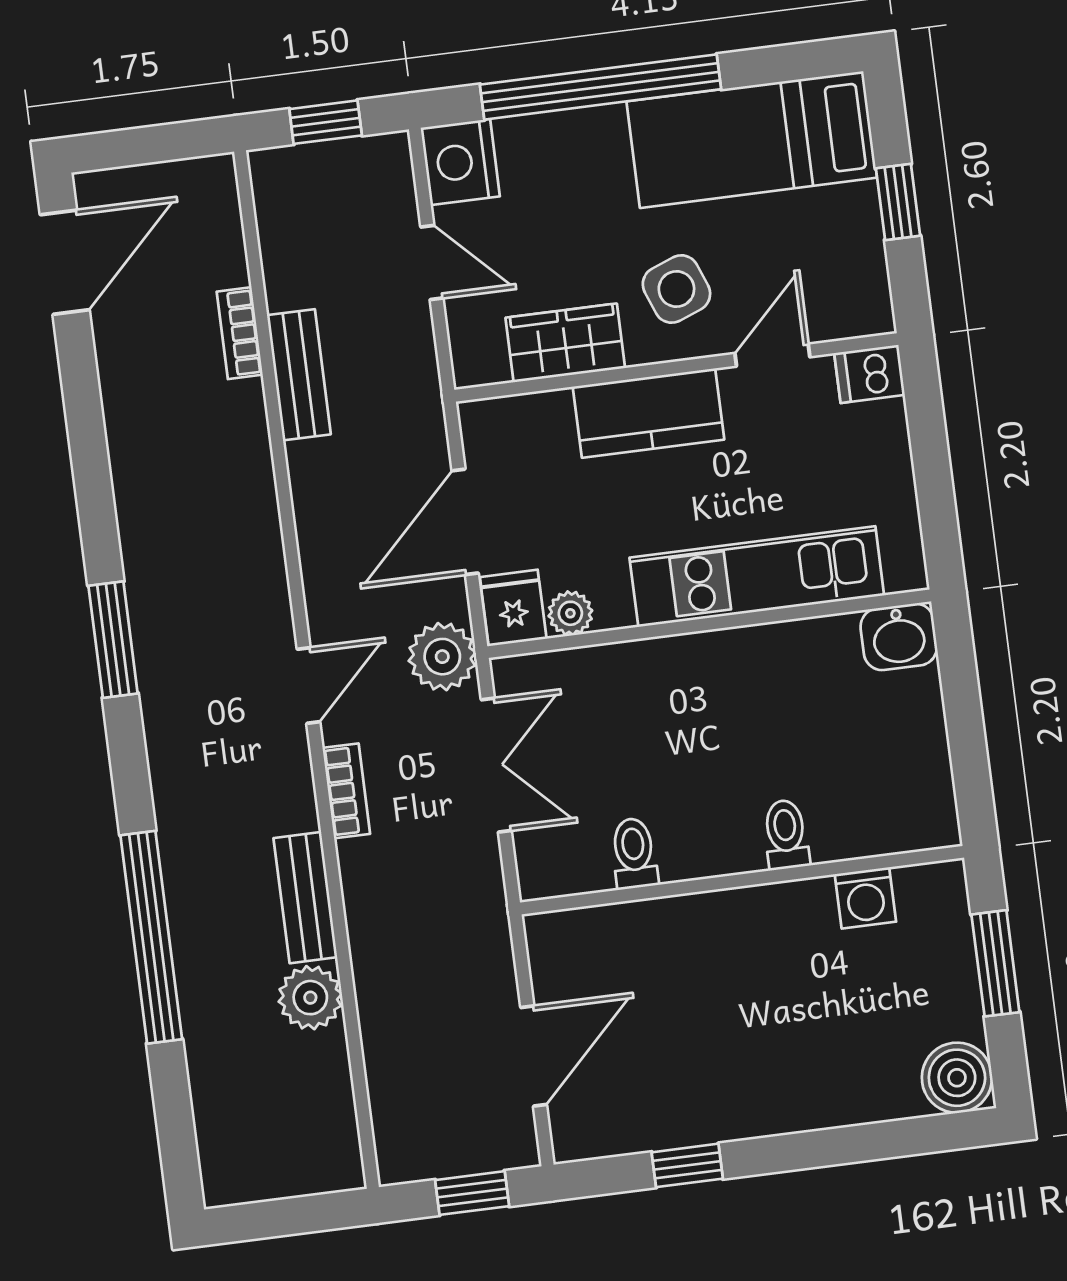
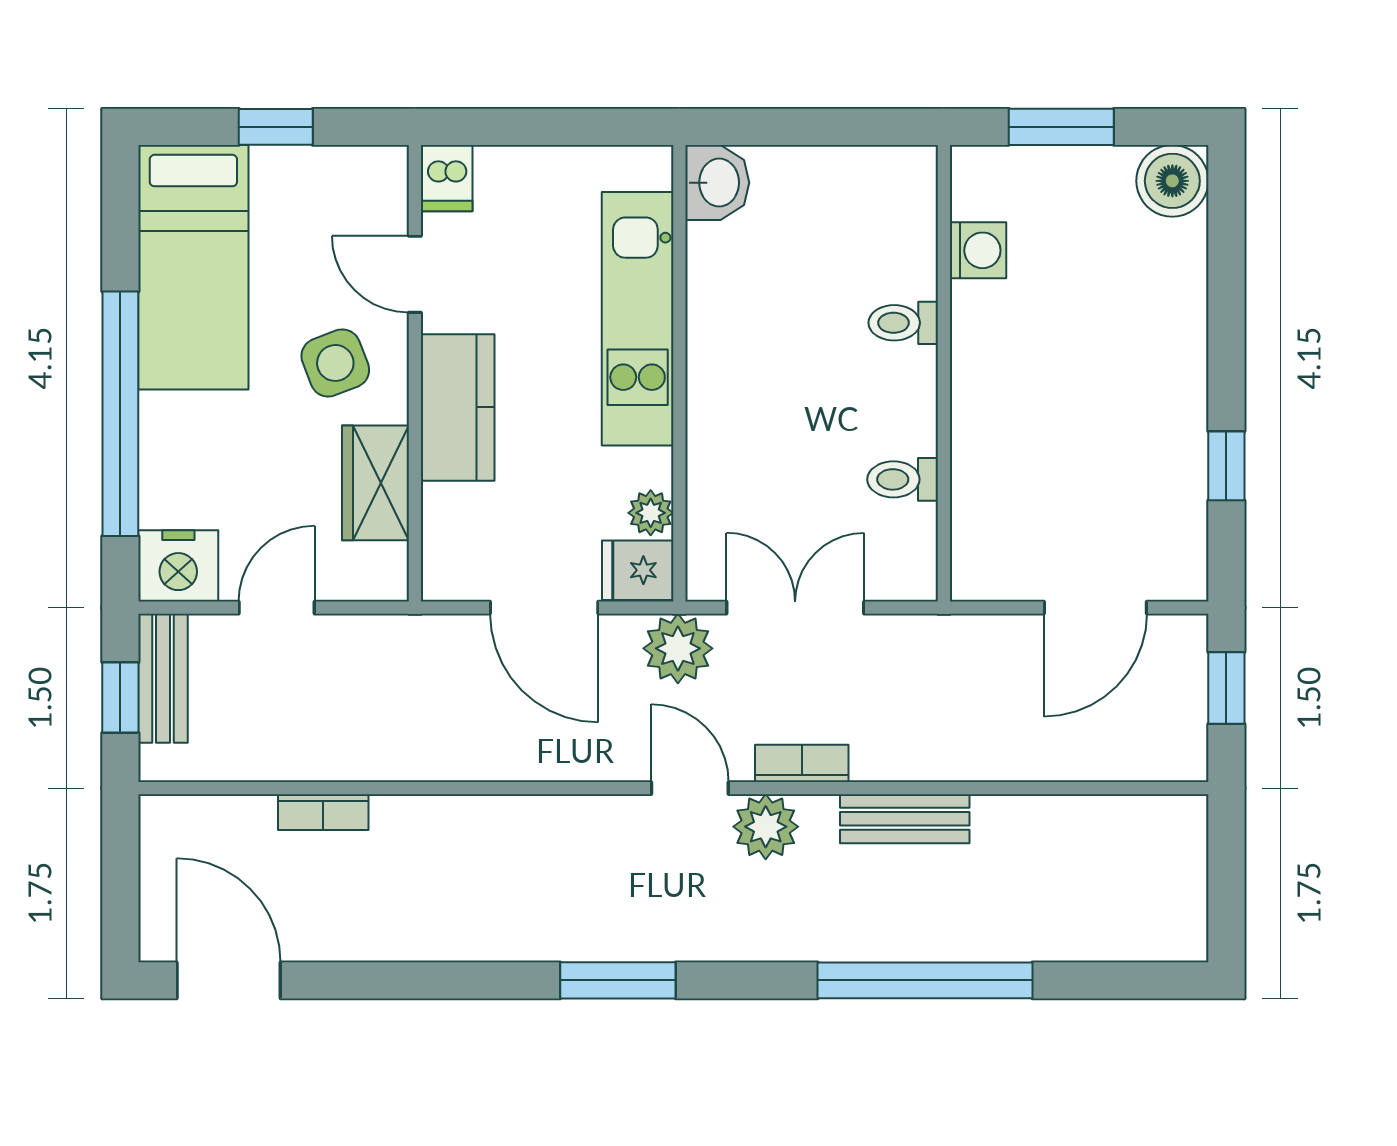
bench: (299, 375) -> (163, 678), moved, turned 90
plant: (310, 998) -> (766, 827), moved
door: (534, 1056) -> (1095, 608), swing flipped

